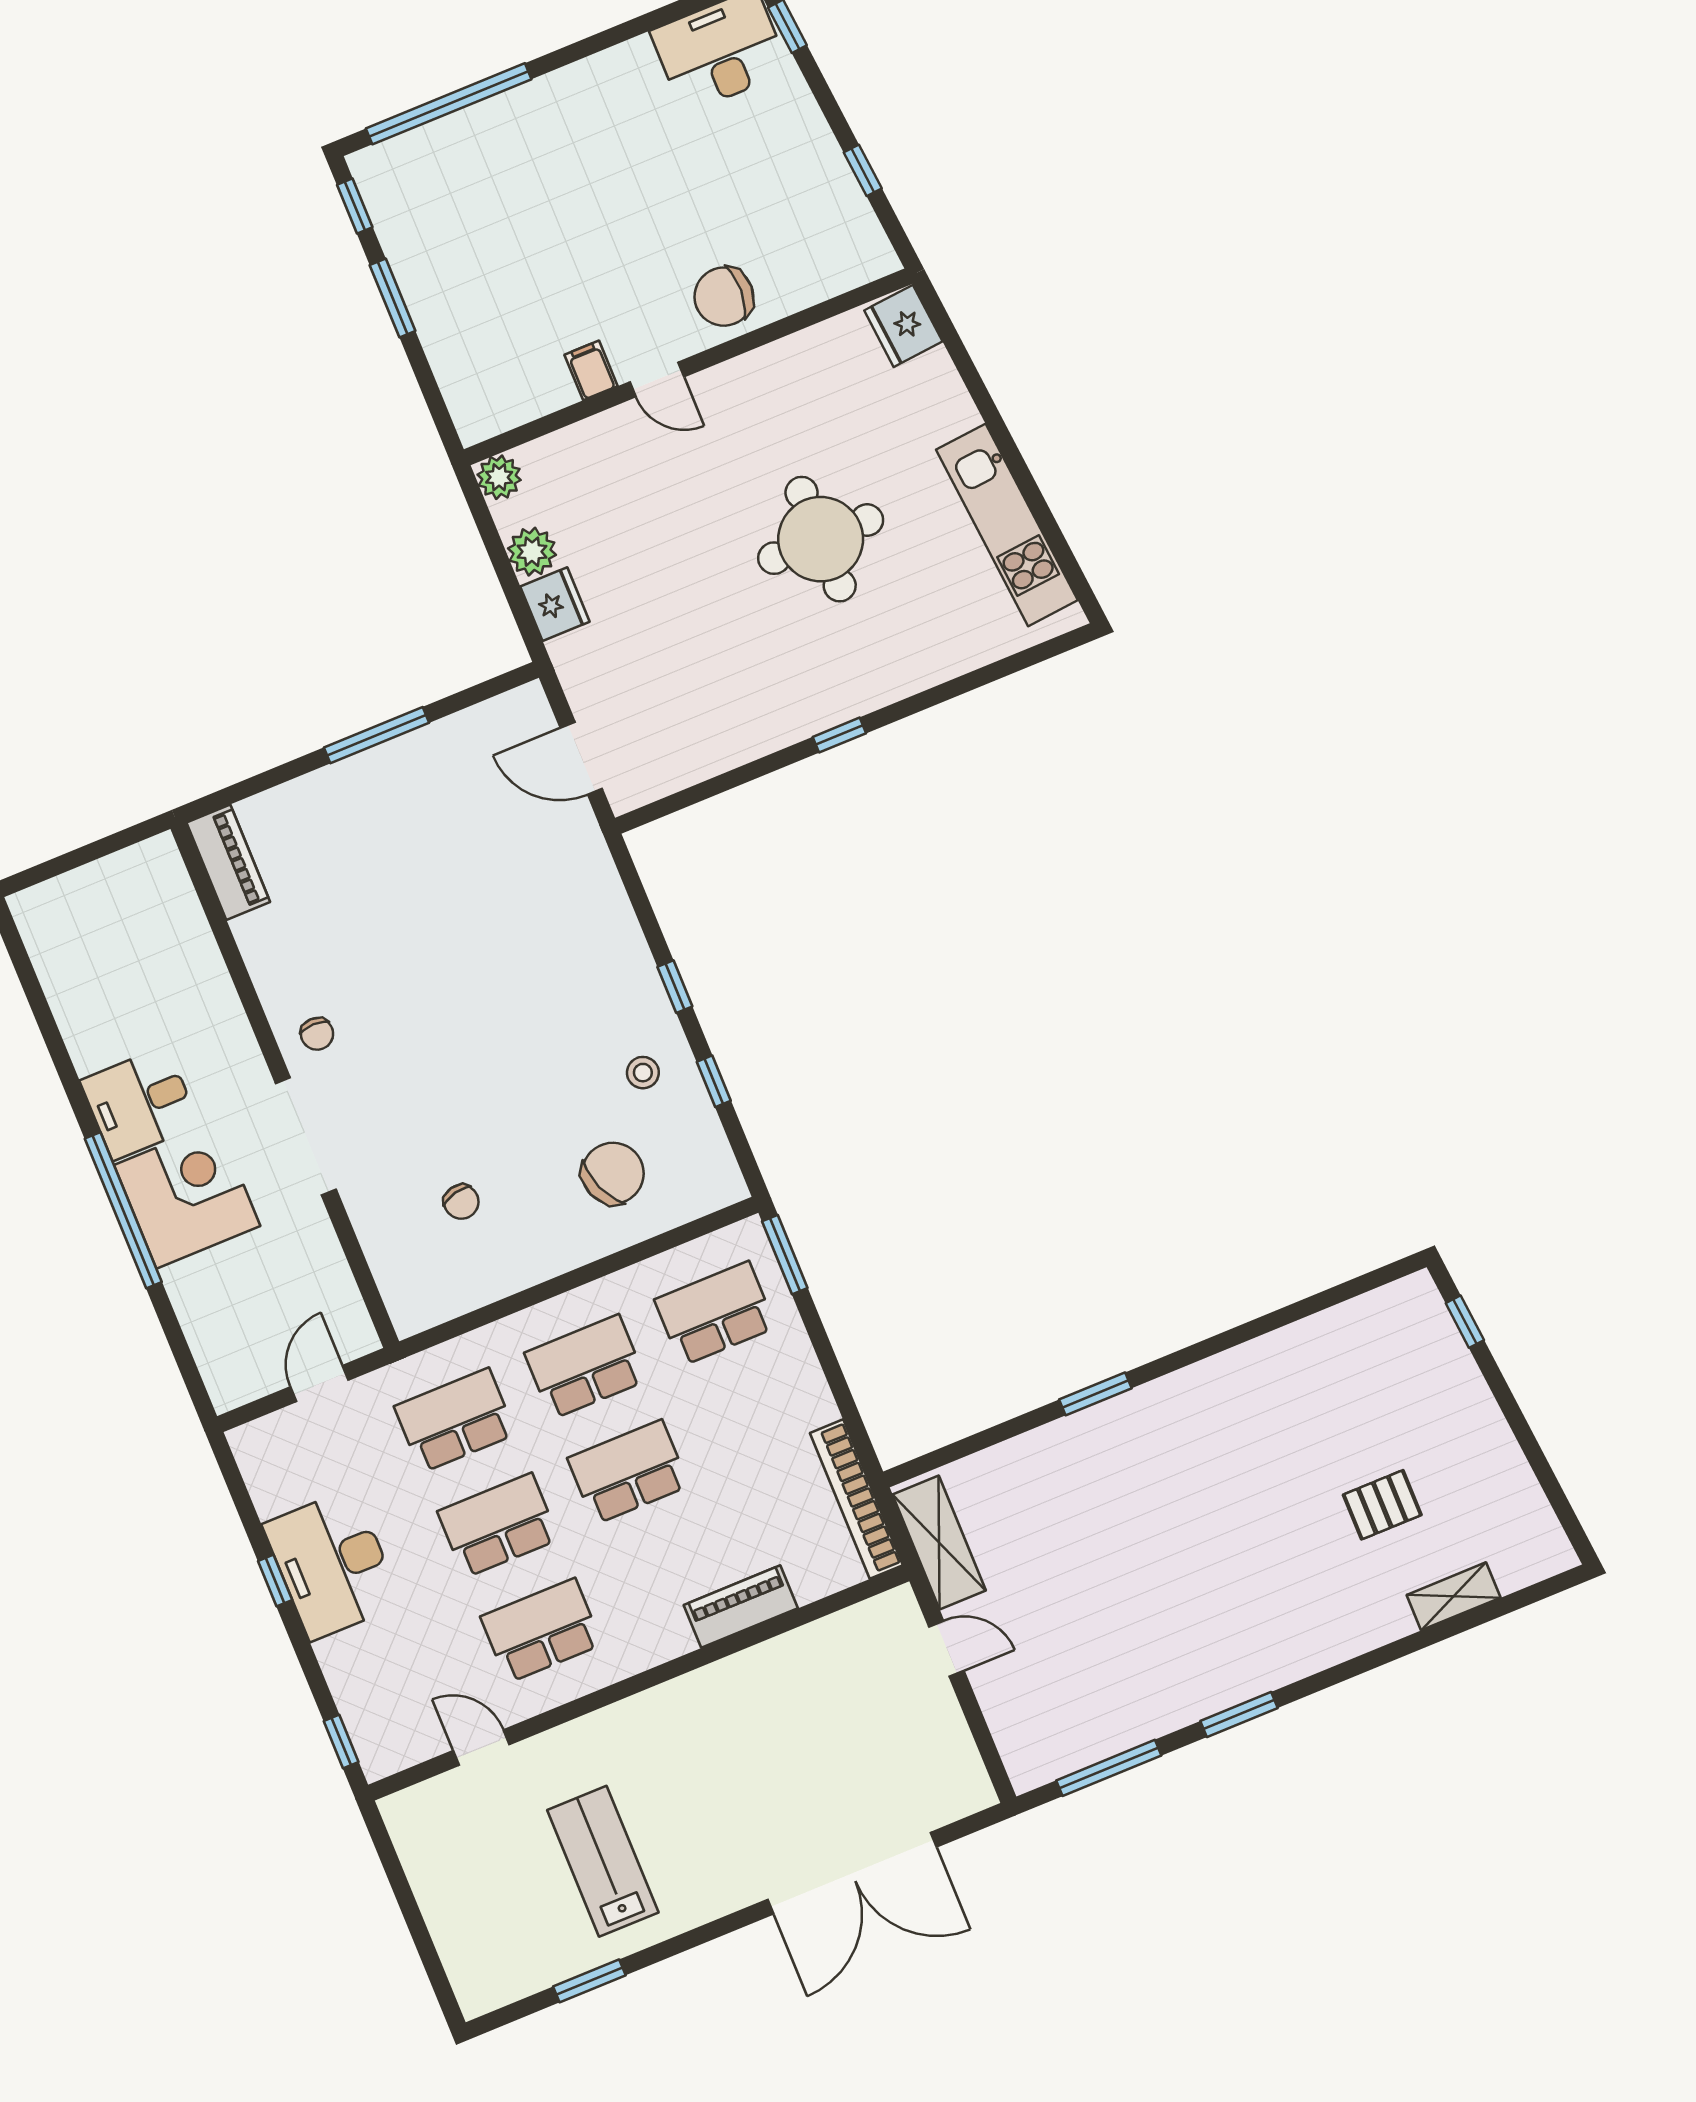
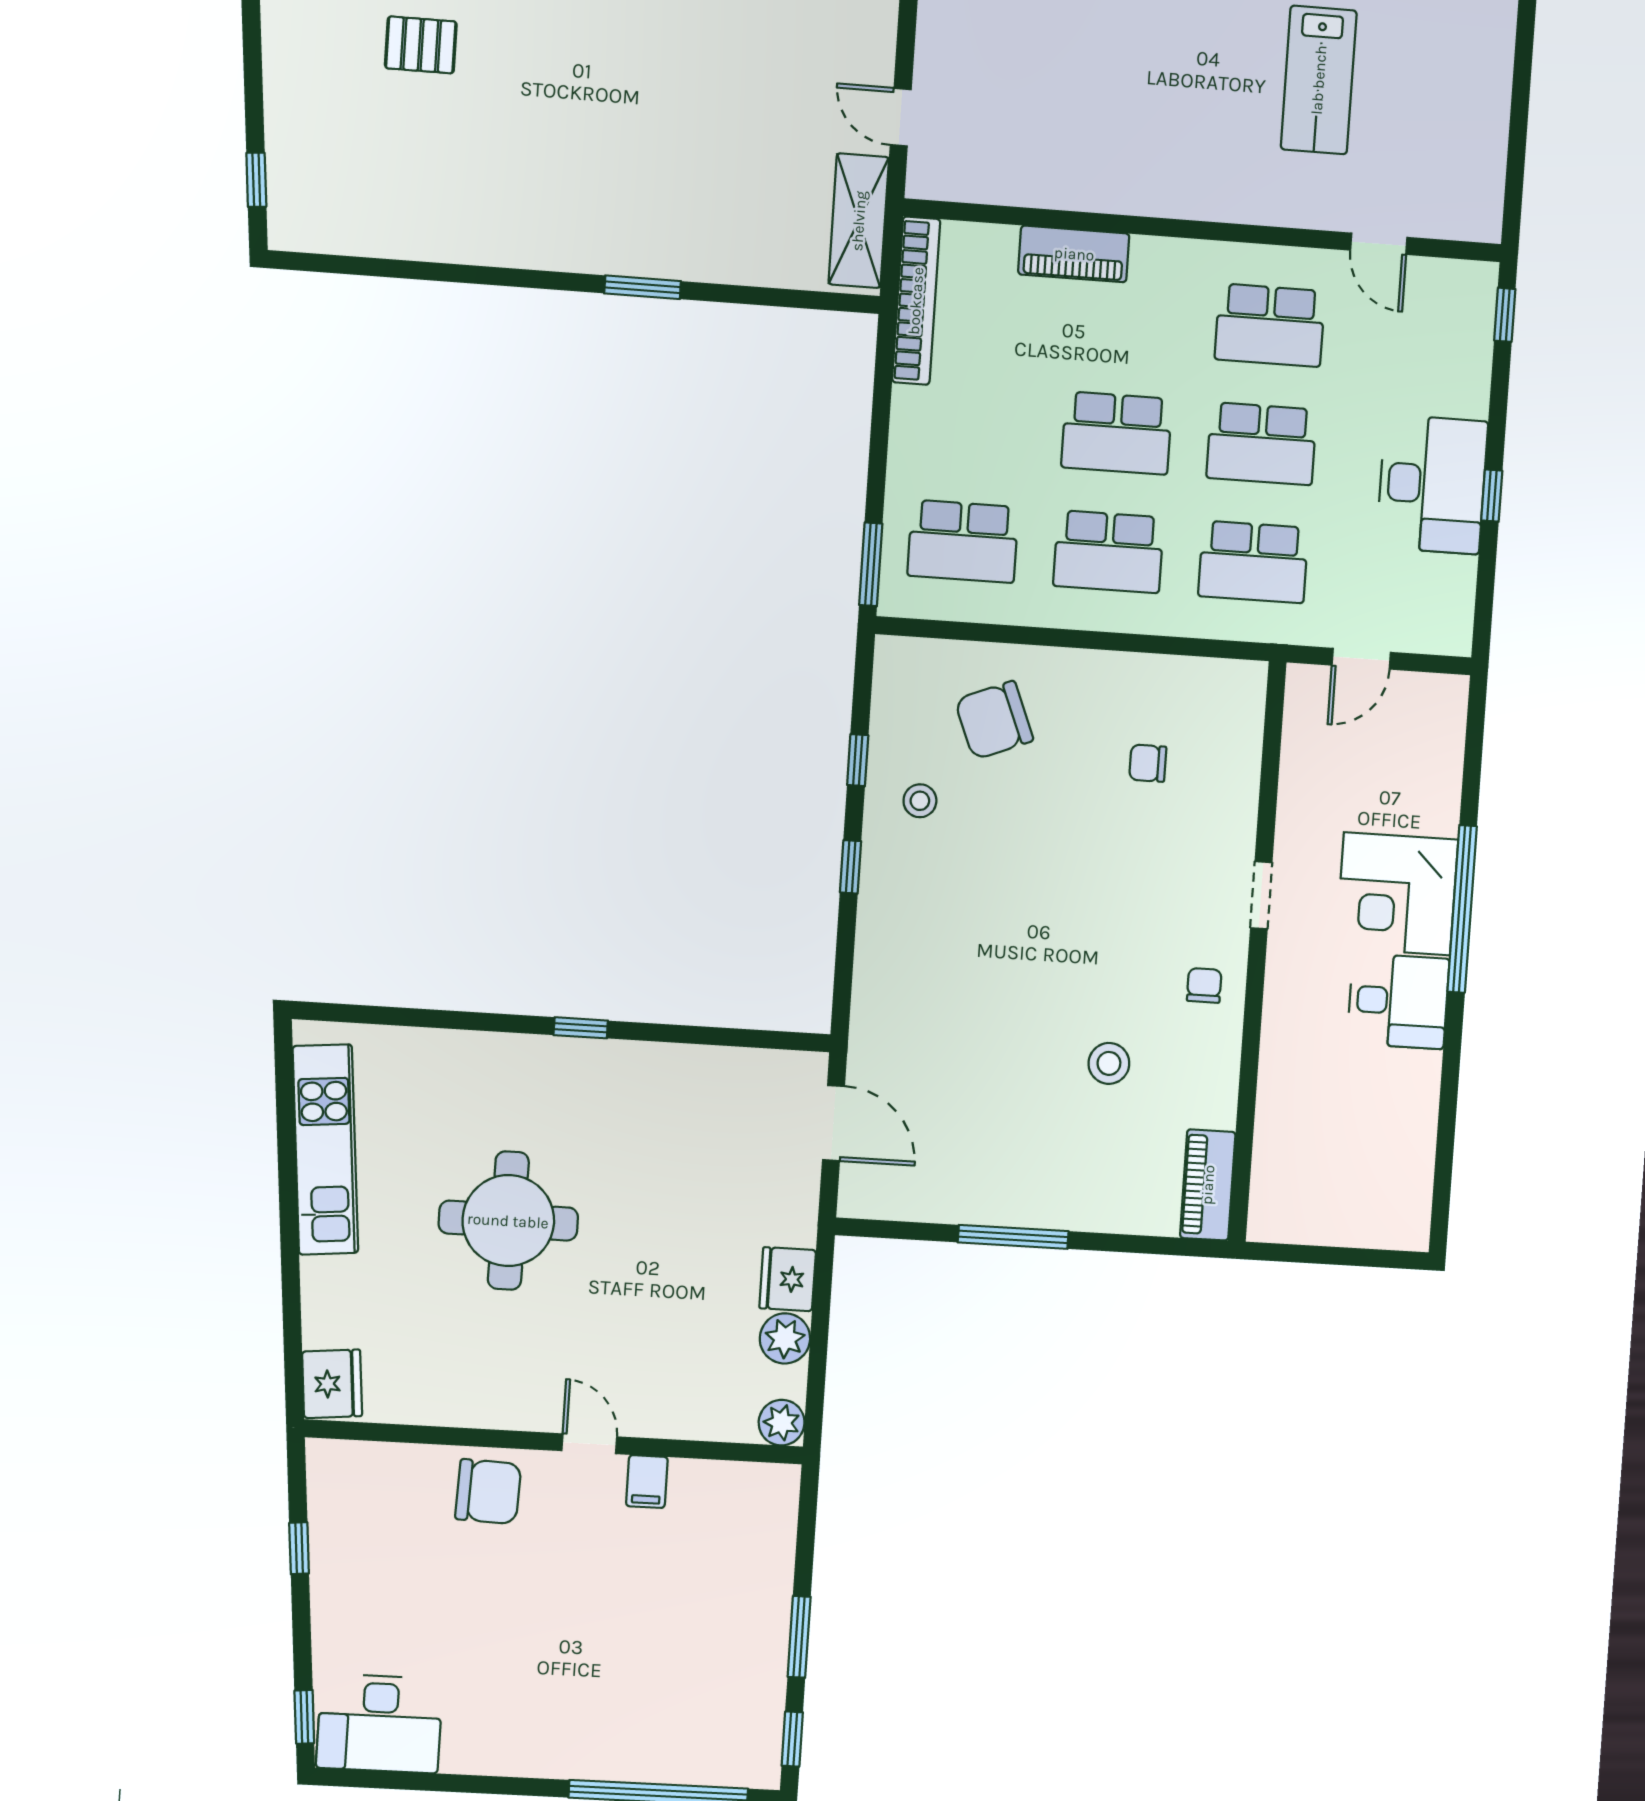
stool: (367, 926) -> (1109, 1063), added
doorway: (306, 1136) -> (1261, 895), width x0.53
chair: (461, 1202) -> (1148, 763), turned -77

